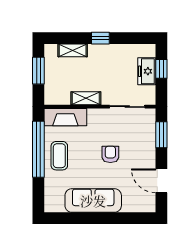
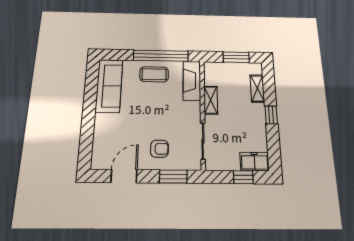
freezer: (147, 71) -> (255, 162), moved
armchair: (110, 154) -> (159, 149), moved
sofa: (93, 201) -> (109, 86), moved

